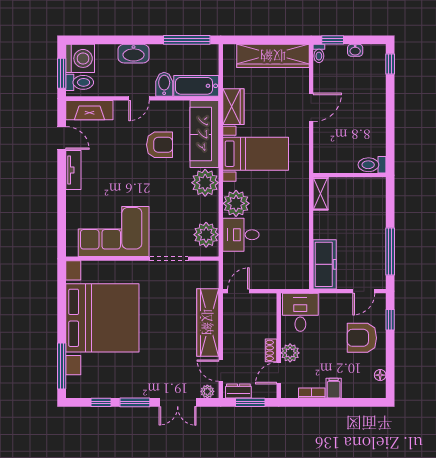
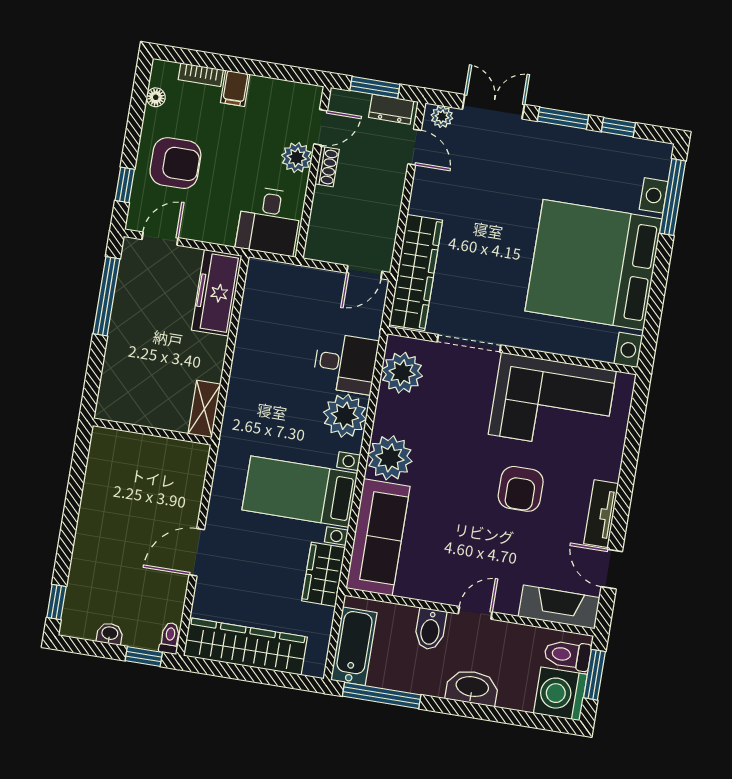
bathtub: (196, 86) -> (354, 646), moved, turned -90
armchair: (160, 145) -> (521, 489), moved, turned -90
toilet: (372, 165) -> (113, 443), removed
wardrobe: (208, 322) -> (416, 273), moved
bookcase: (312, 393) -> (201, 75), moved

